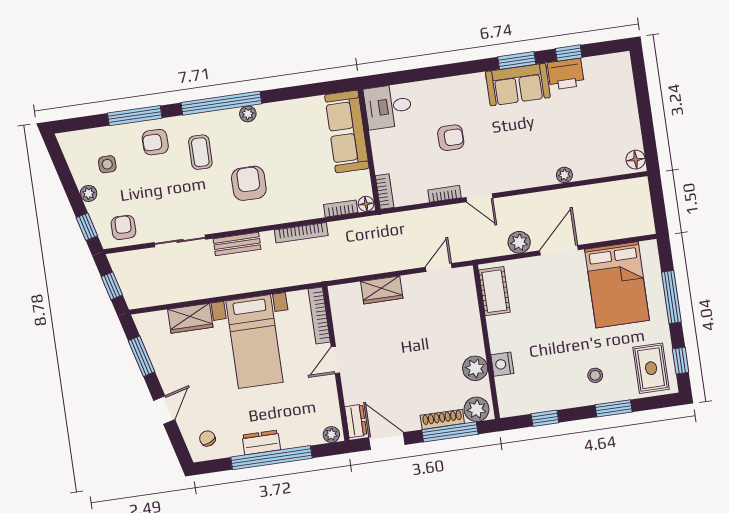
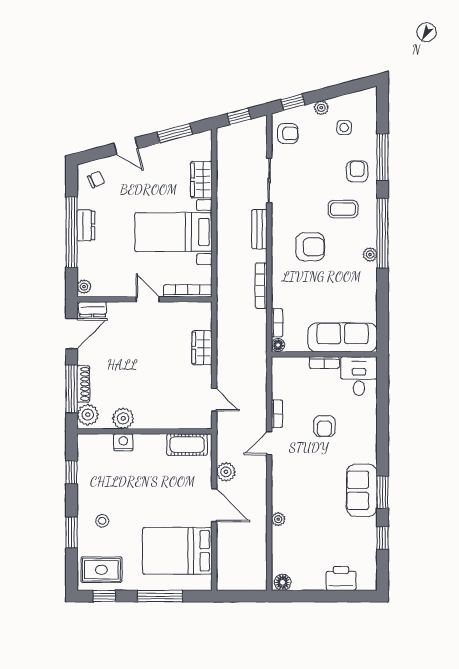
printer: (566, 74) -> (341, 578), moved, turned 90
bookcase: (385, 192) -> (324, 363), moved

